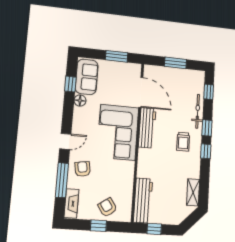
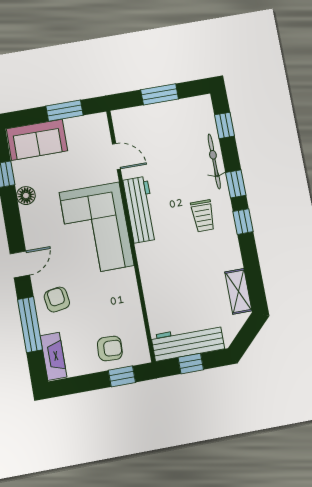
sofa: (87, 77) -> (37, 140), moved, turned 90
door: (141, 92) -> (116, 156), width x0.53
workbench: (143, 201) -> (188, 342), moved, turned -90
armchair: (107, 207) -> (110, 349), turned 127
window: (98, 226) -> (122, 376), moved

